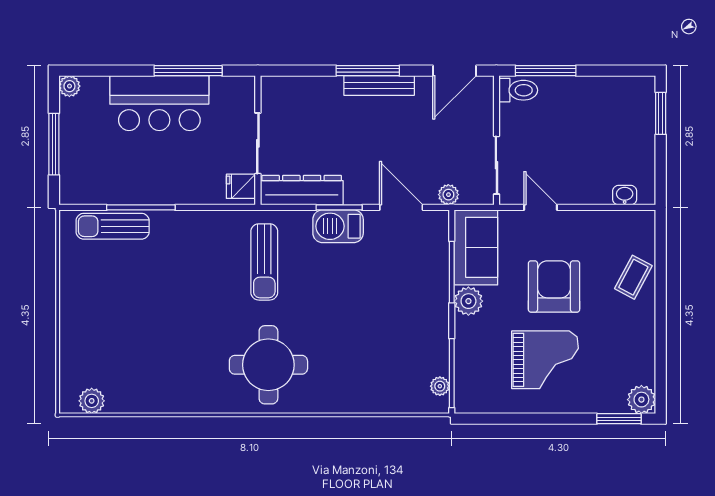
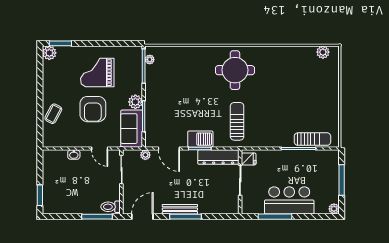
washbasin: (625, 195) -> (74, 155), moved

